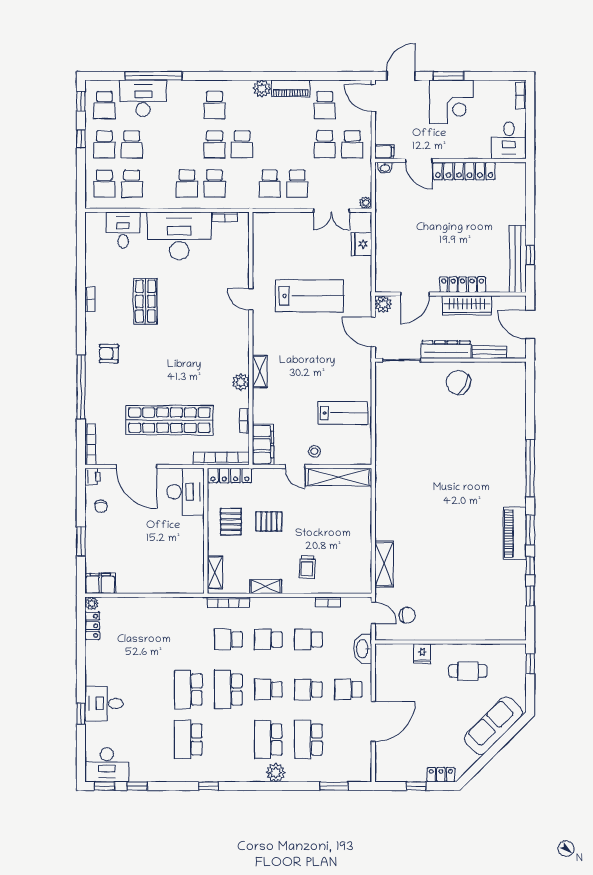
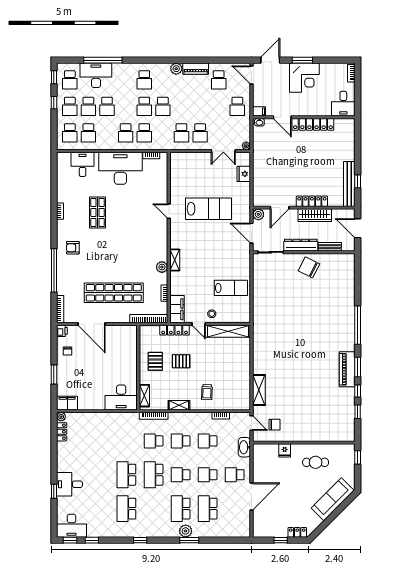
school desk: (325, 144) -> (107, 106), moved
locker: (230, 475) -> (175, 330), moved
desk: (185, 492) -> (121, 397), moved, turned 90
window: (334, 786) -> (189, 540), moved

